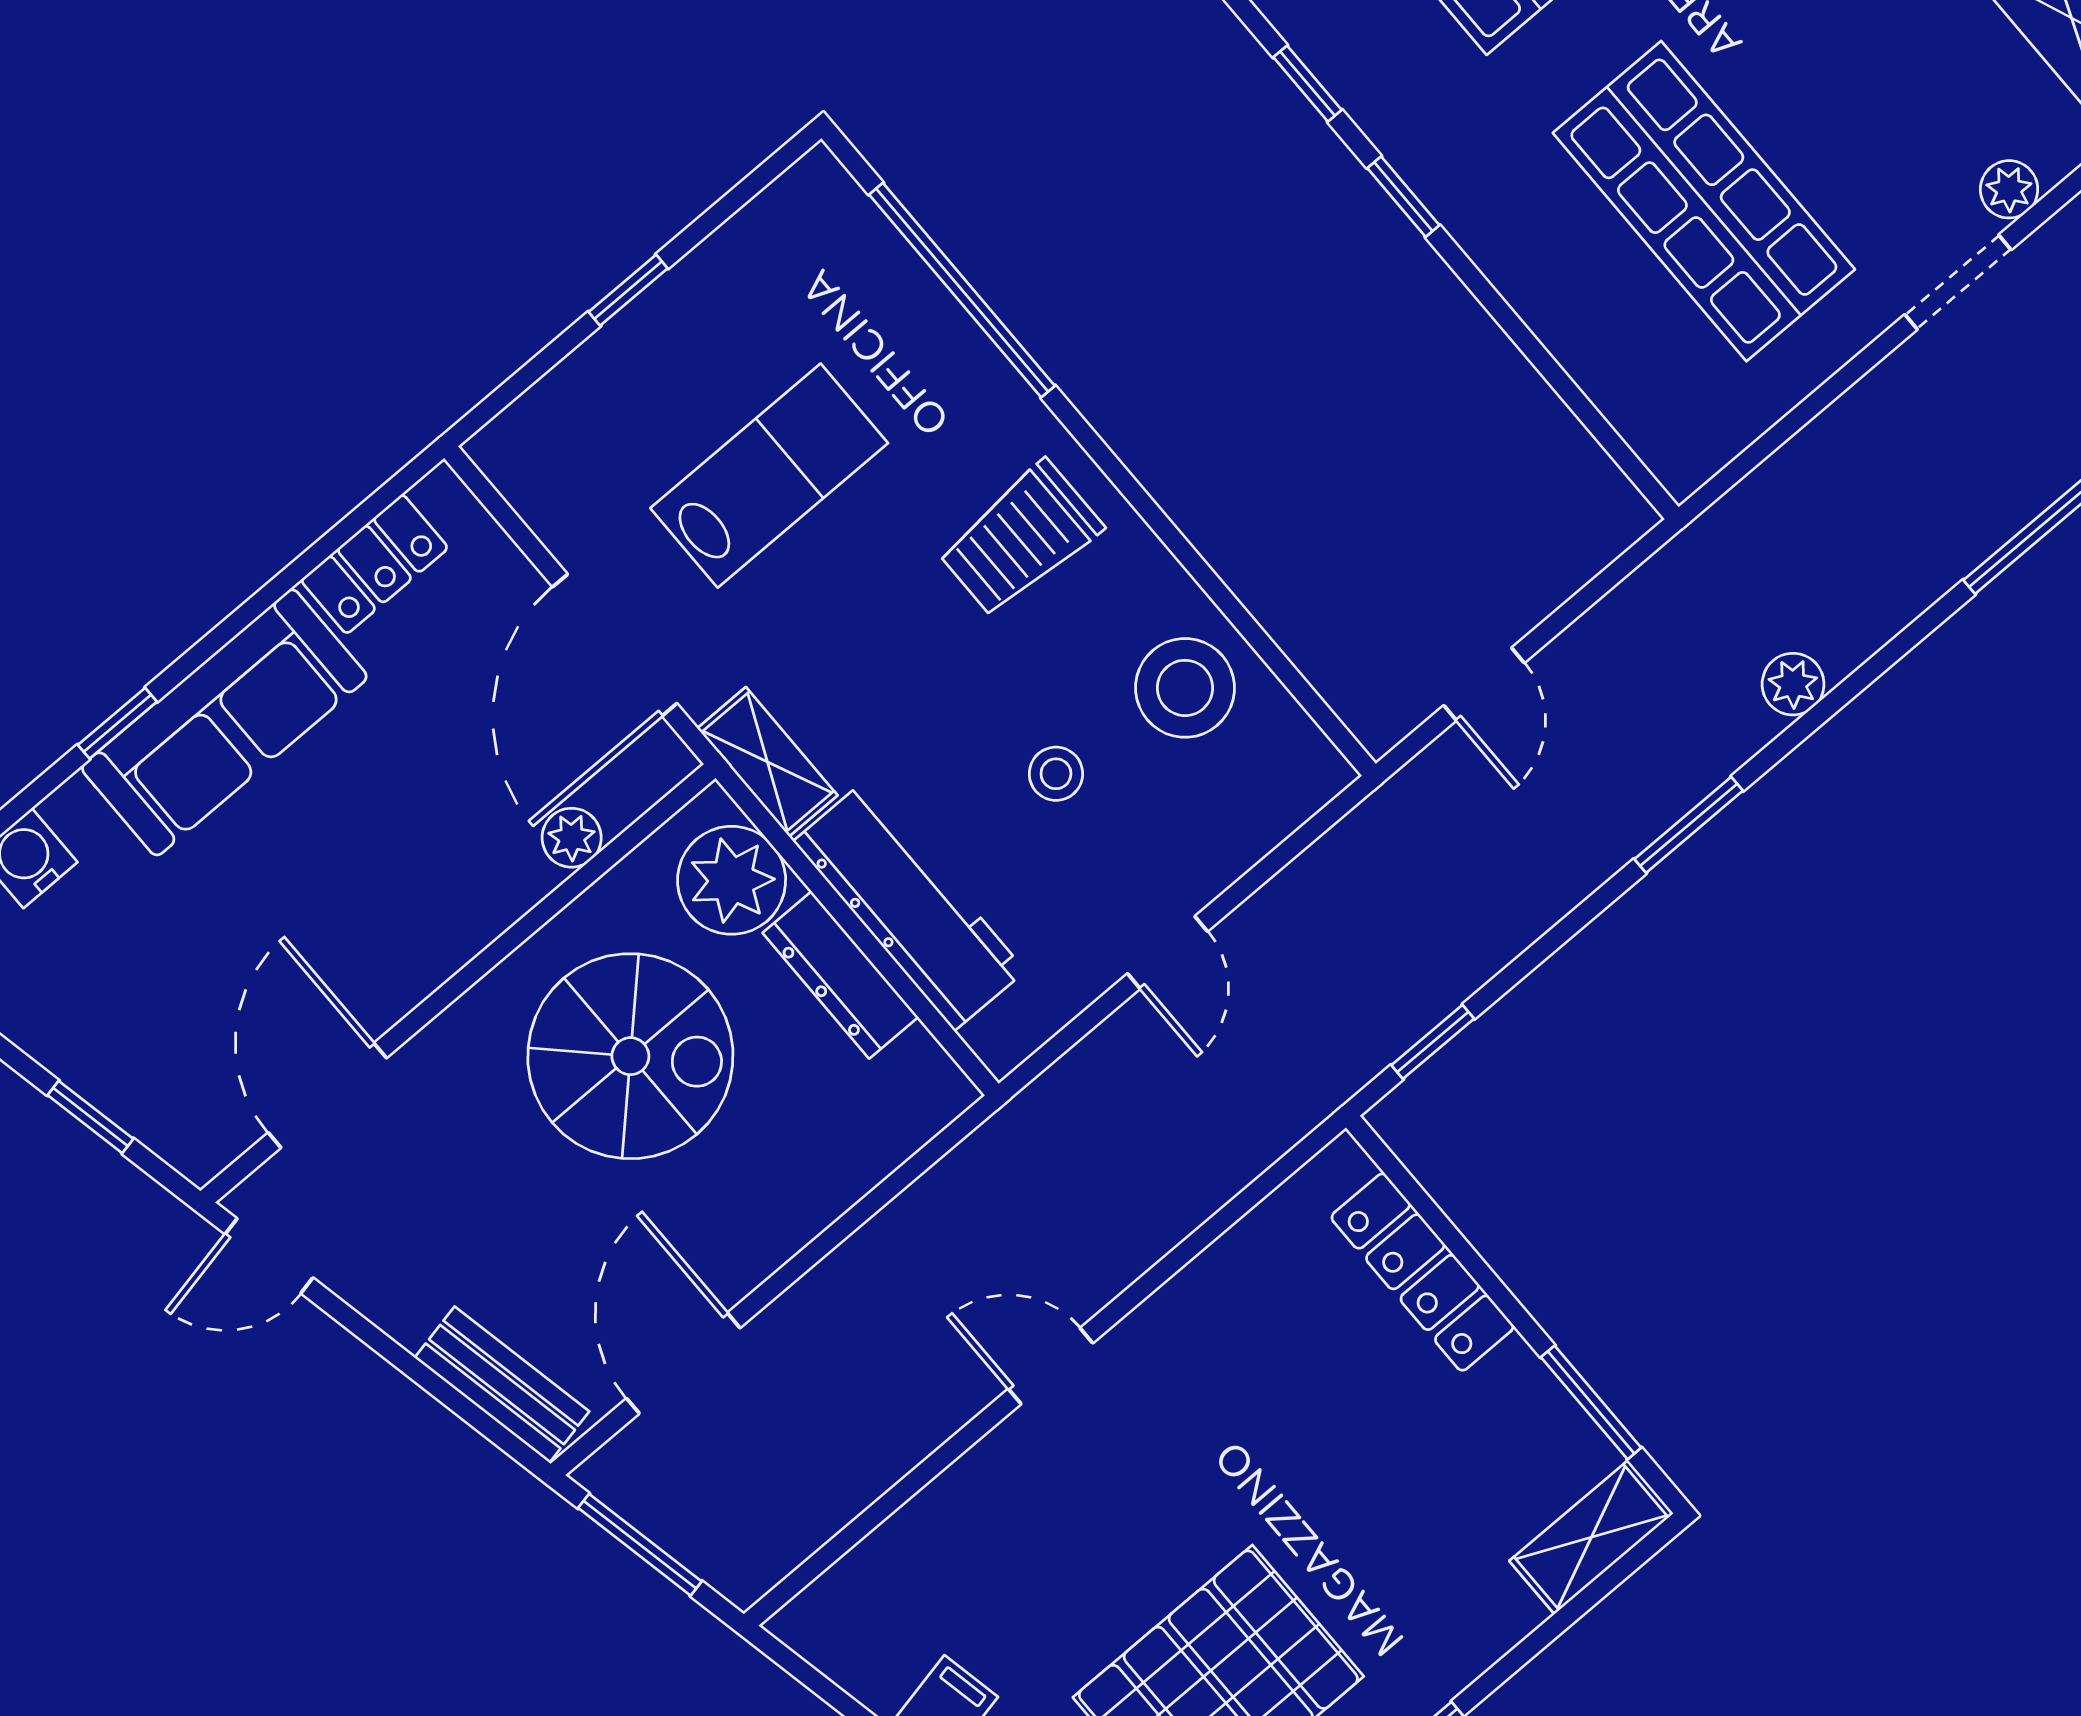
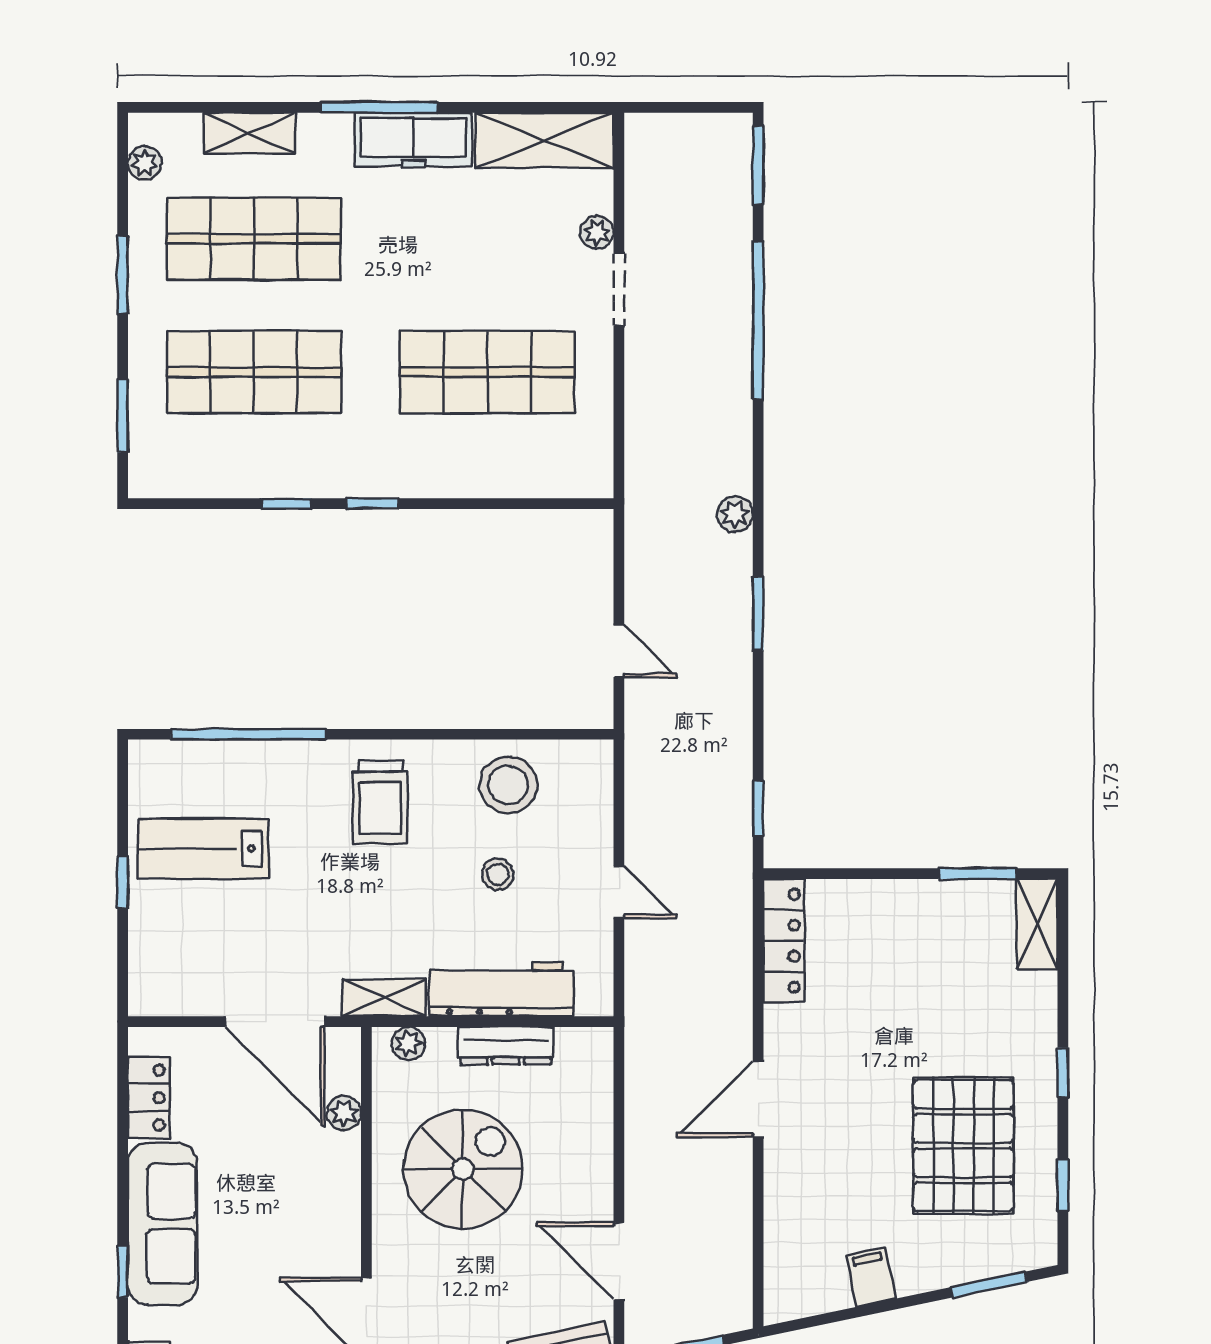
lab bench: (769, 476) -> (203, 849), moved, turned -90
plant: (732, 880) -> (408, 1044), width x0.53, depth x0.53
locker: (1422, 1272) -> (784, 941), moved, turned -90
door: (1051, 1366) -> (758, 1099), width x1.38

